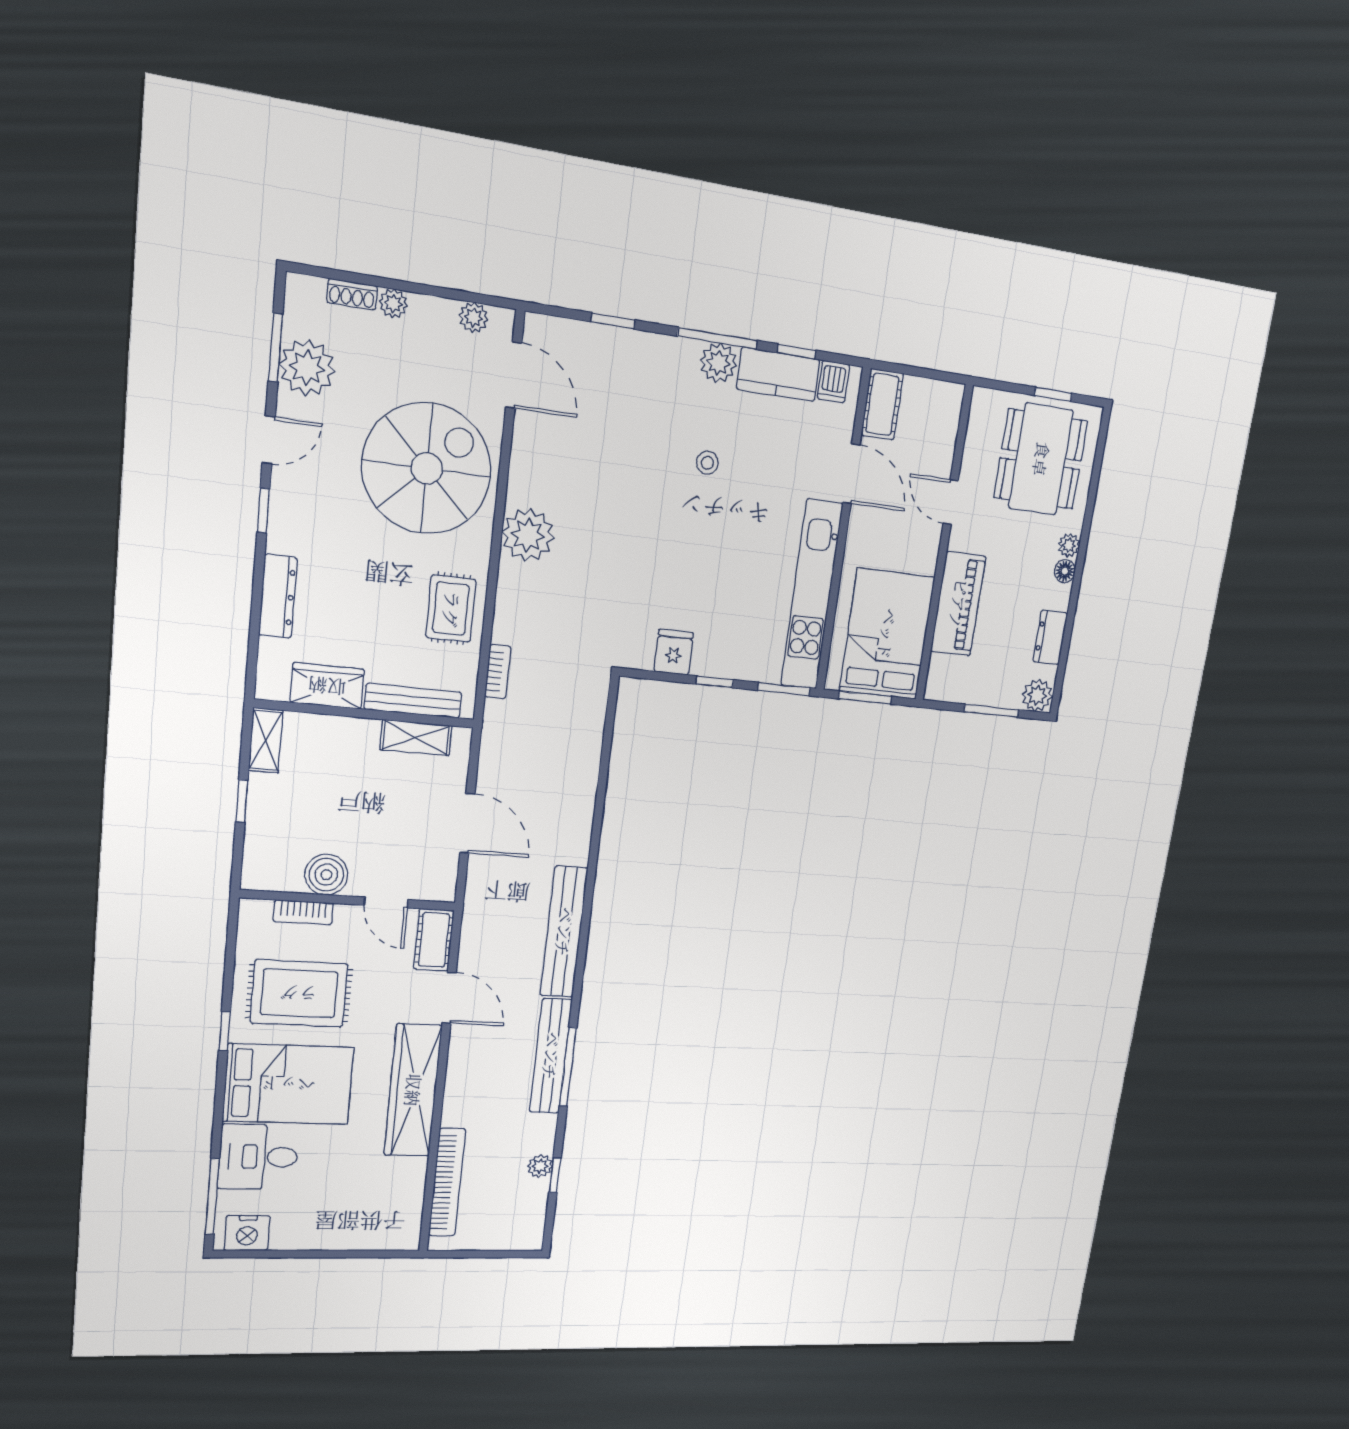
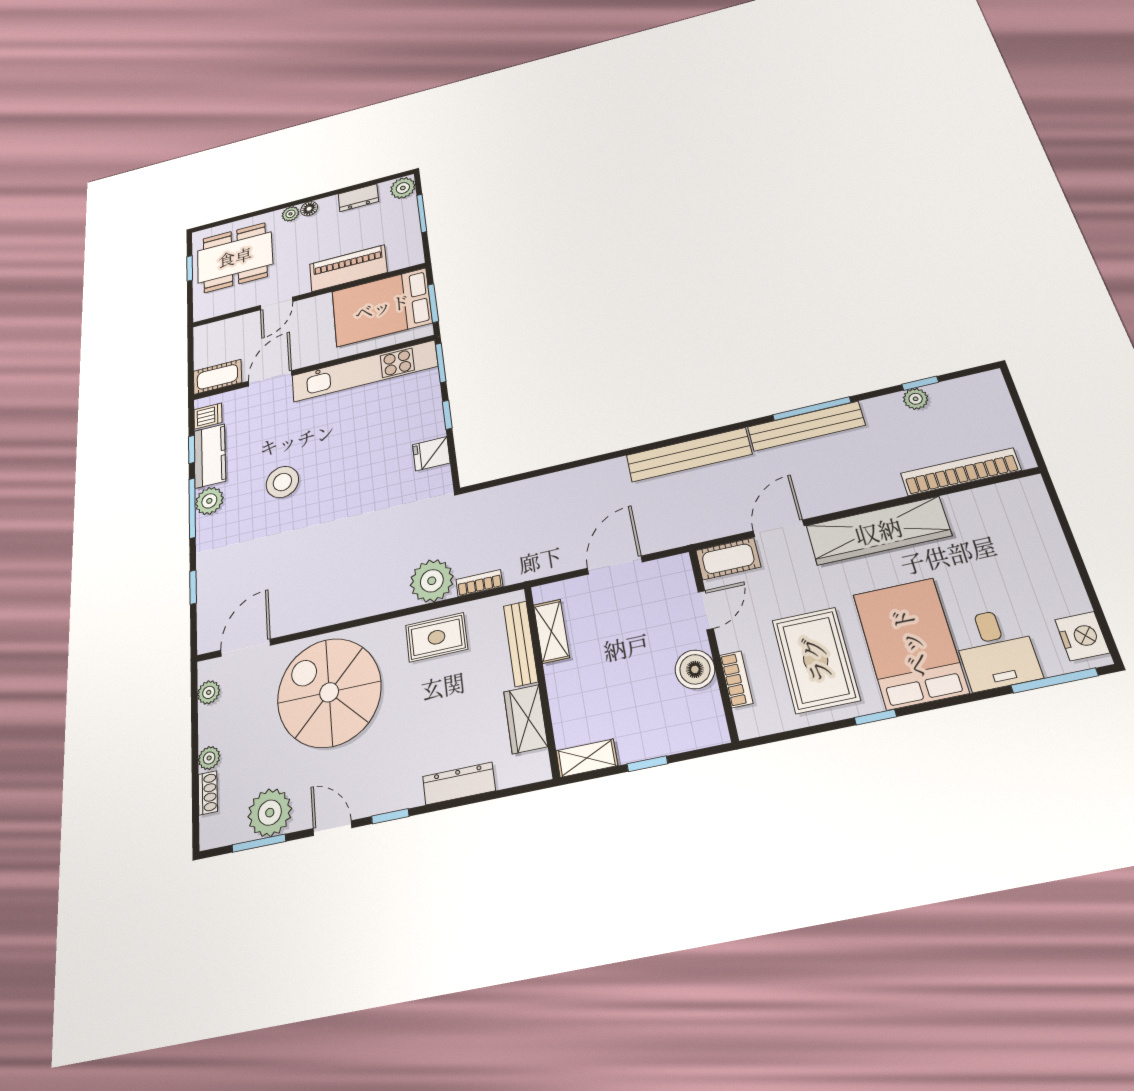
stool: (707, 463) -> (282, 482), width x1.89, depth x1.89
plant: (528, 535) -> (432, 581), moved

